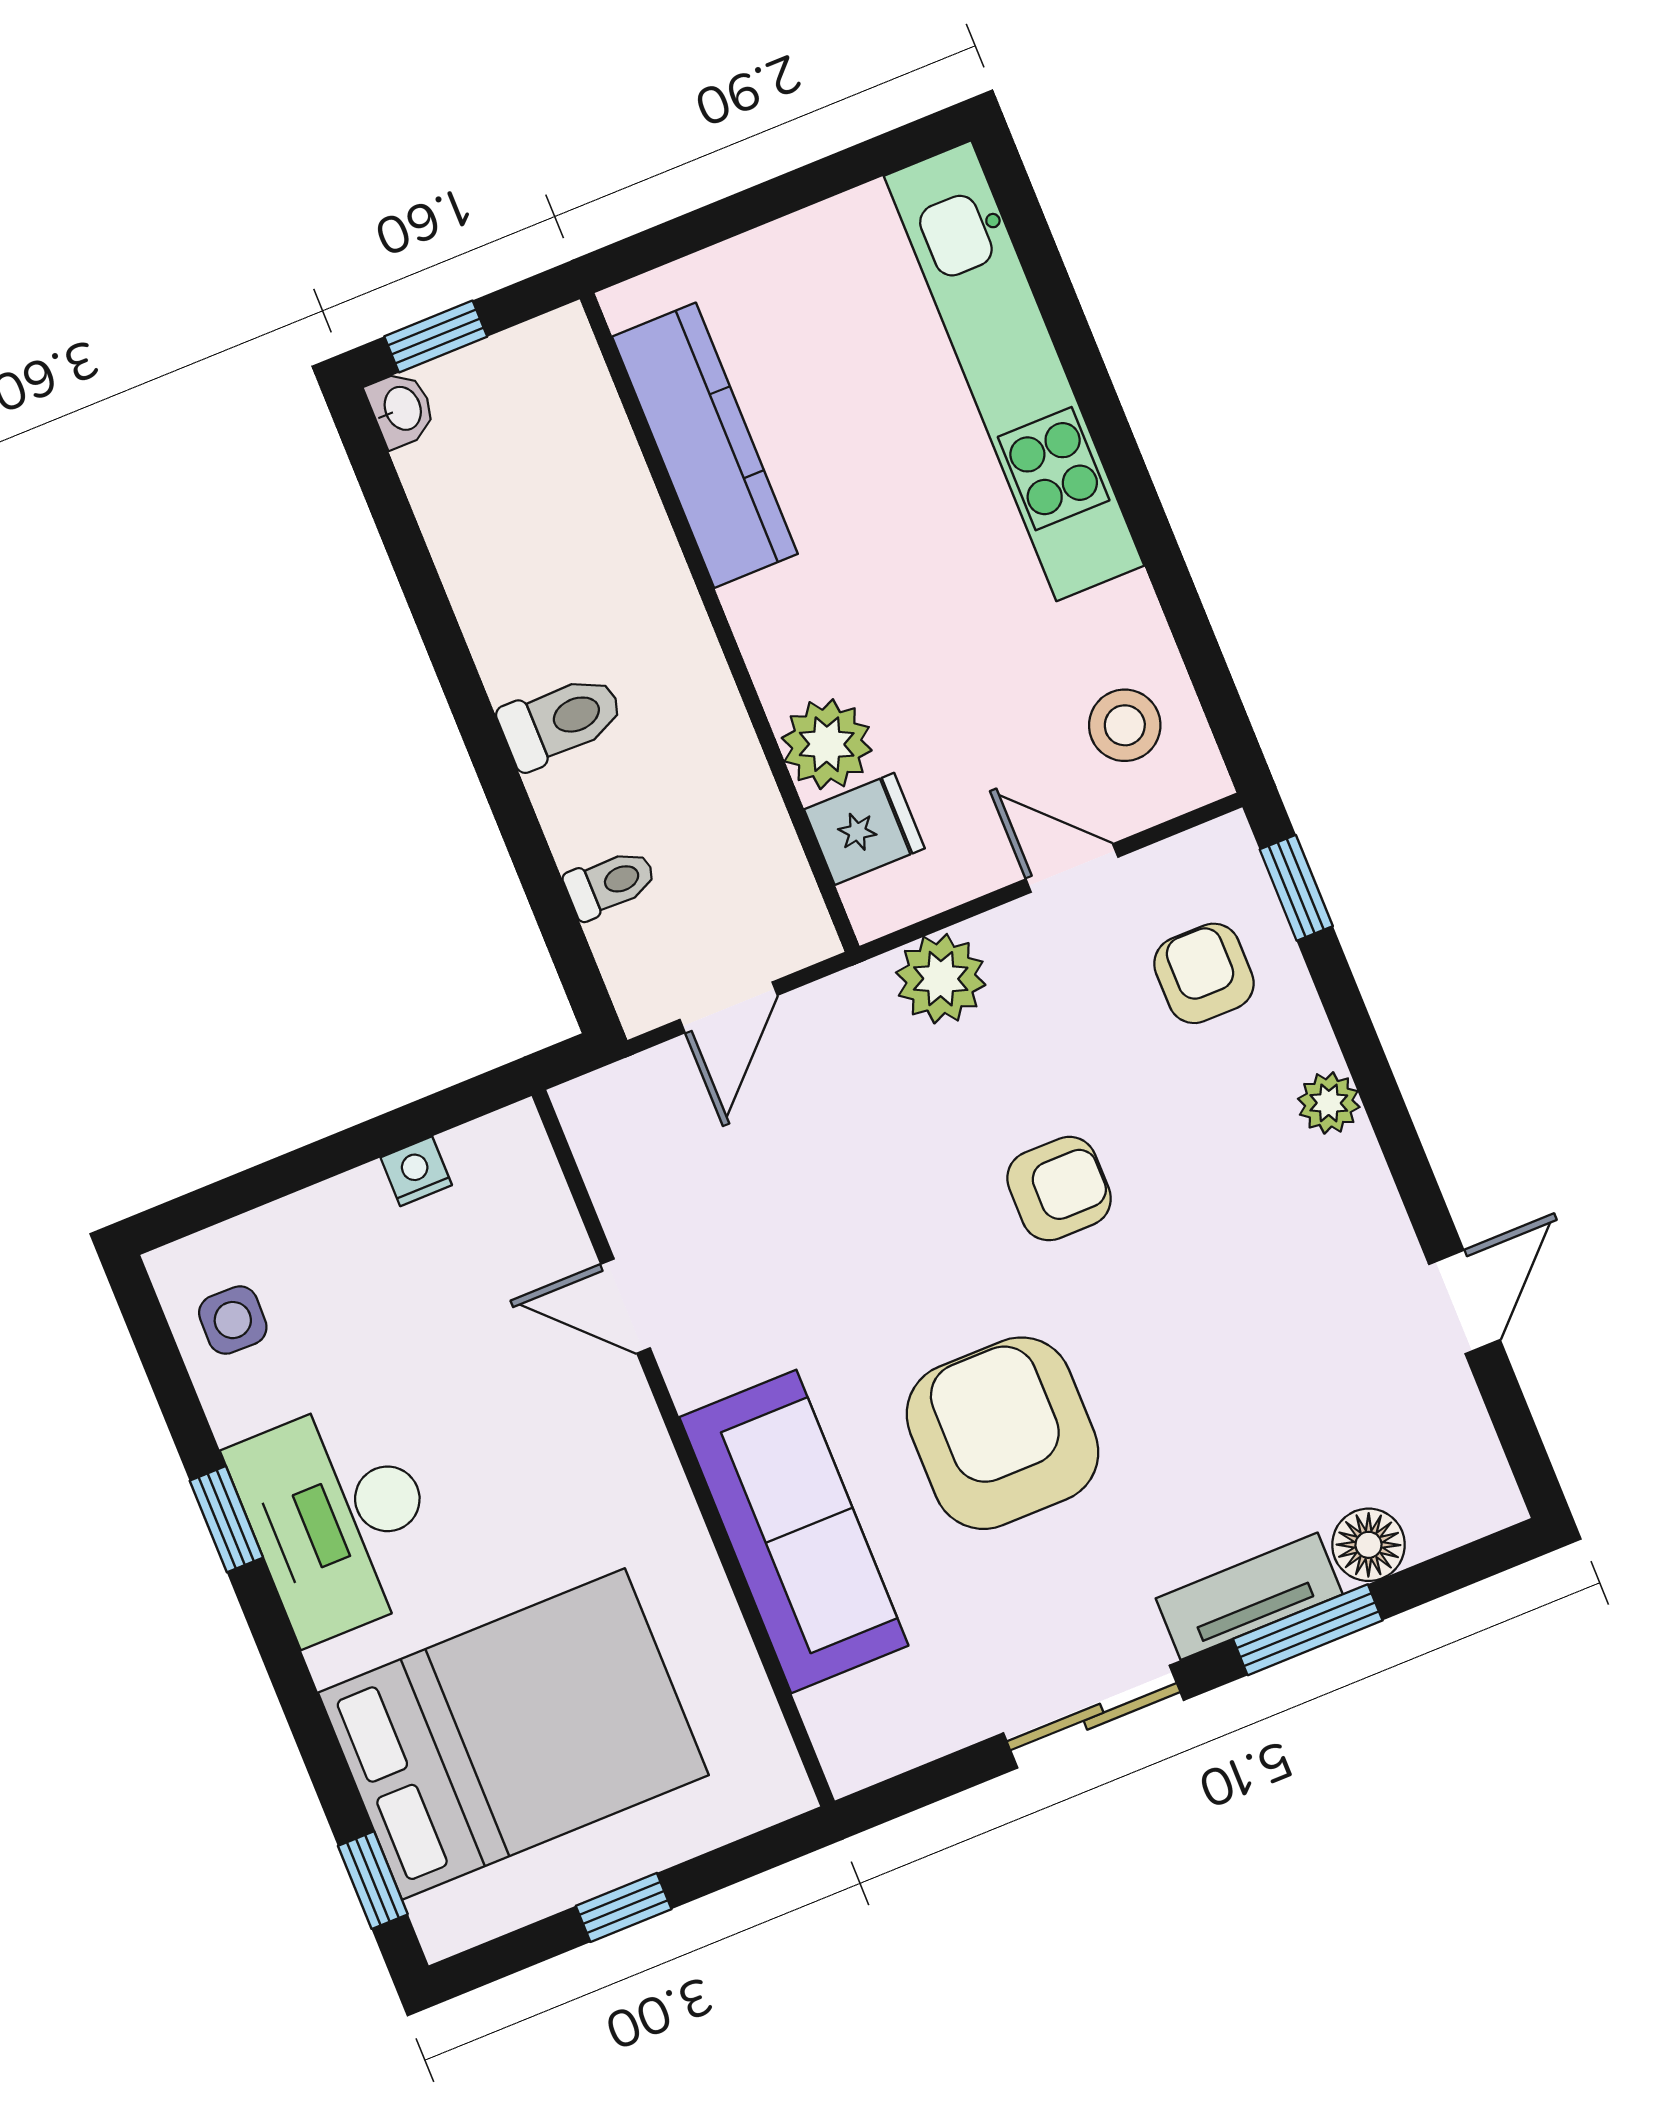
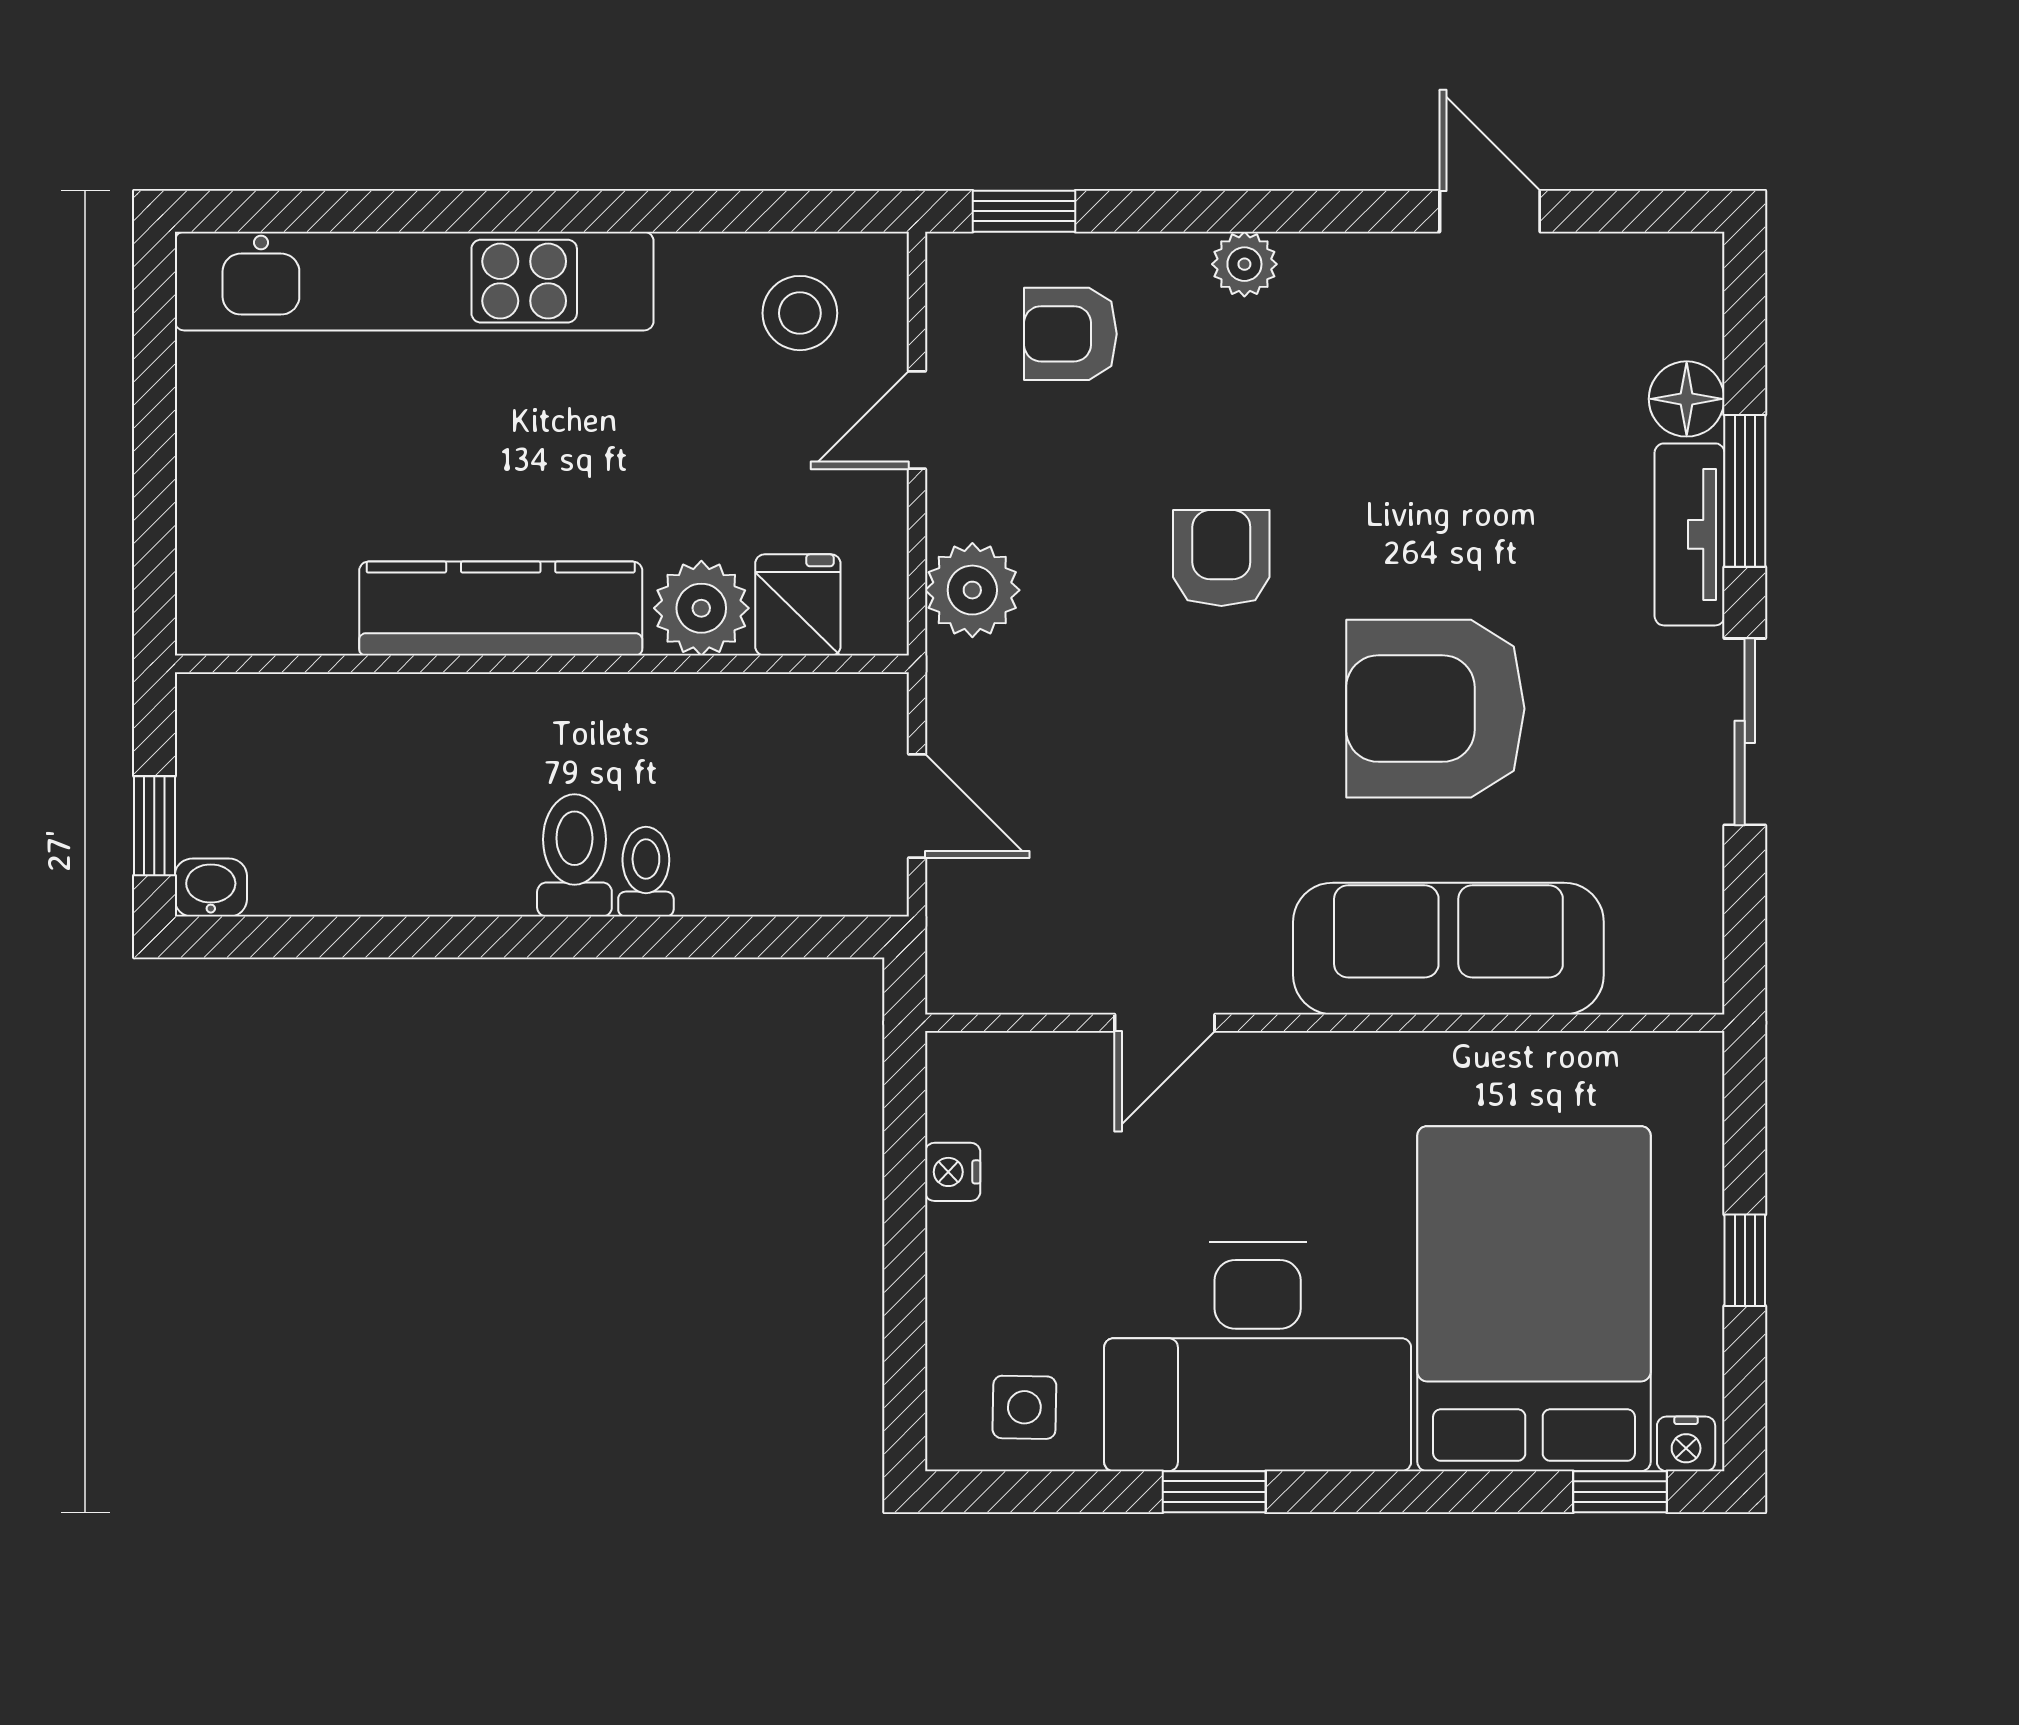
kitchen counter: (705, 445) -> (501, 609), moved
toilet: (610, 883) -> (646, 872), moved
desk: (339, 1519) -> (1258, 1356), width x1.36, depth x1.30
nightstand: (439, 1922) -> (1686, 1444), added

